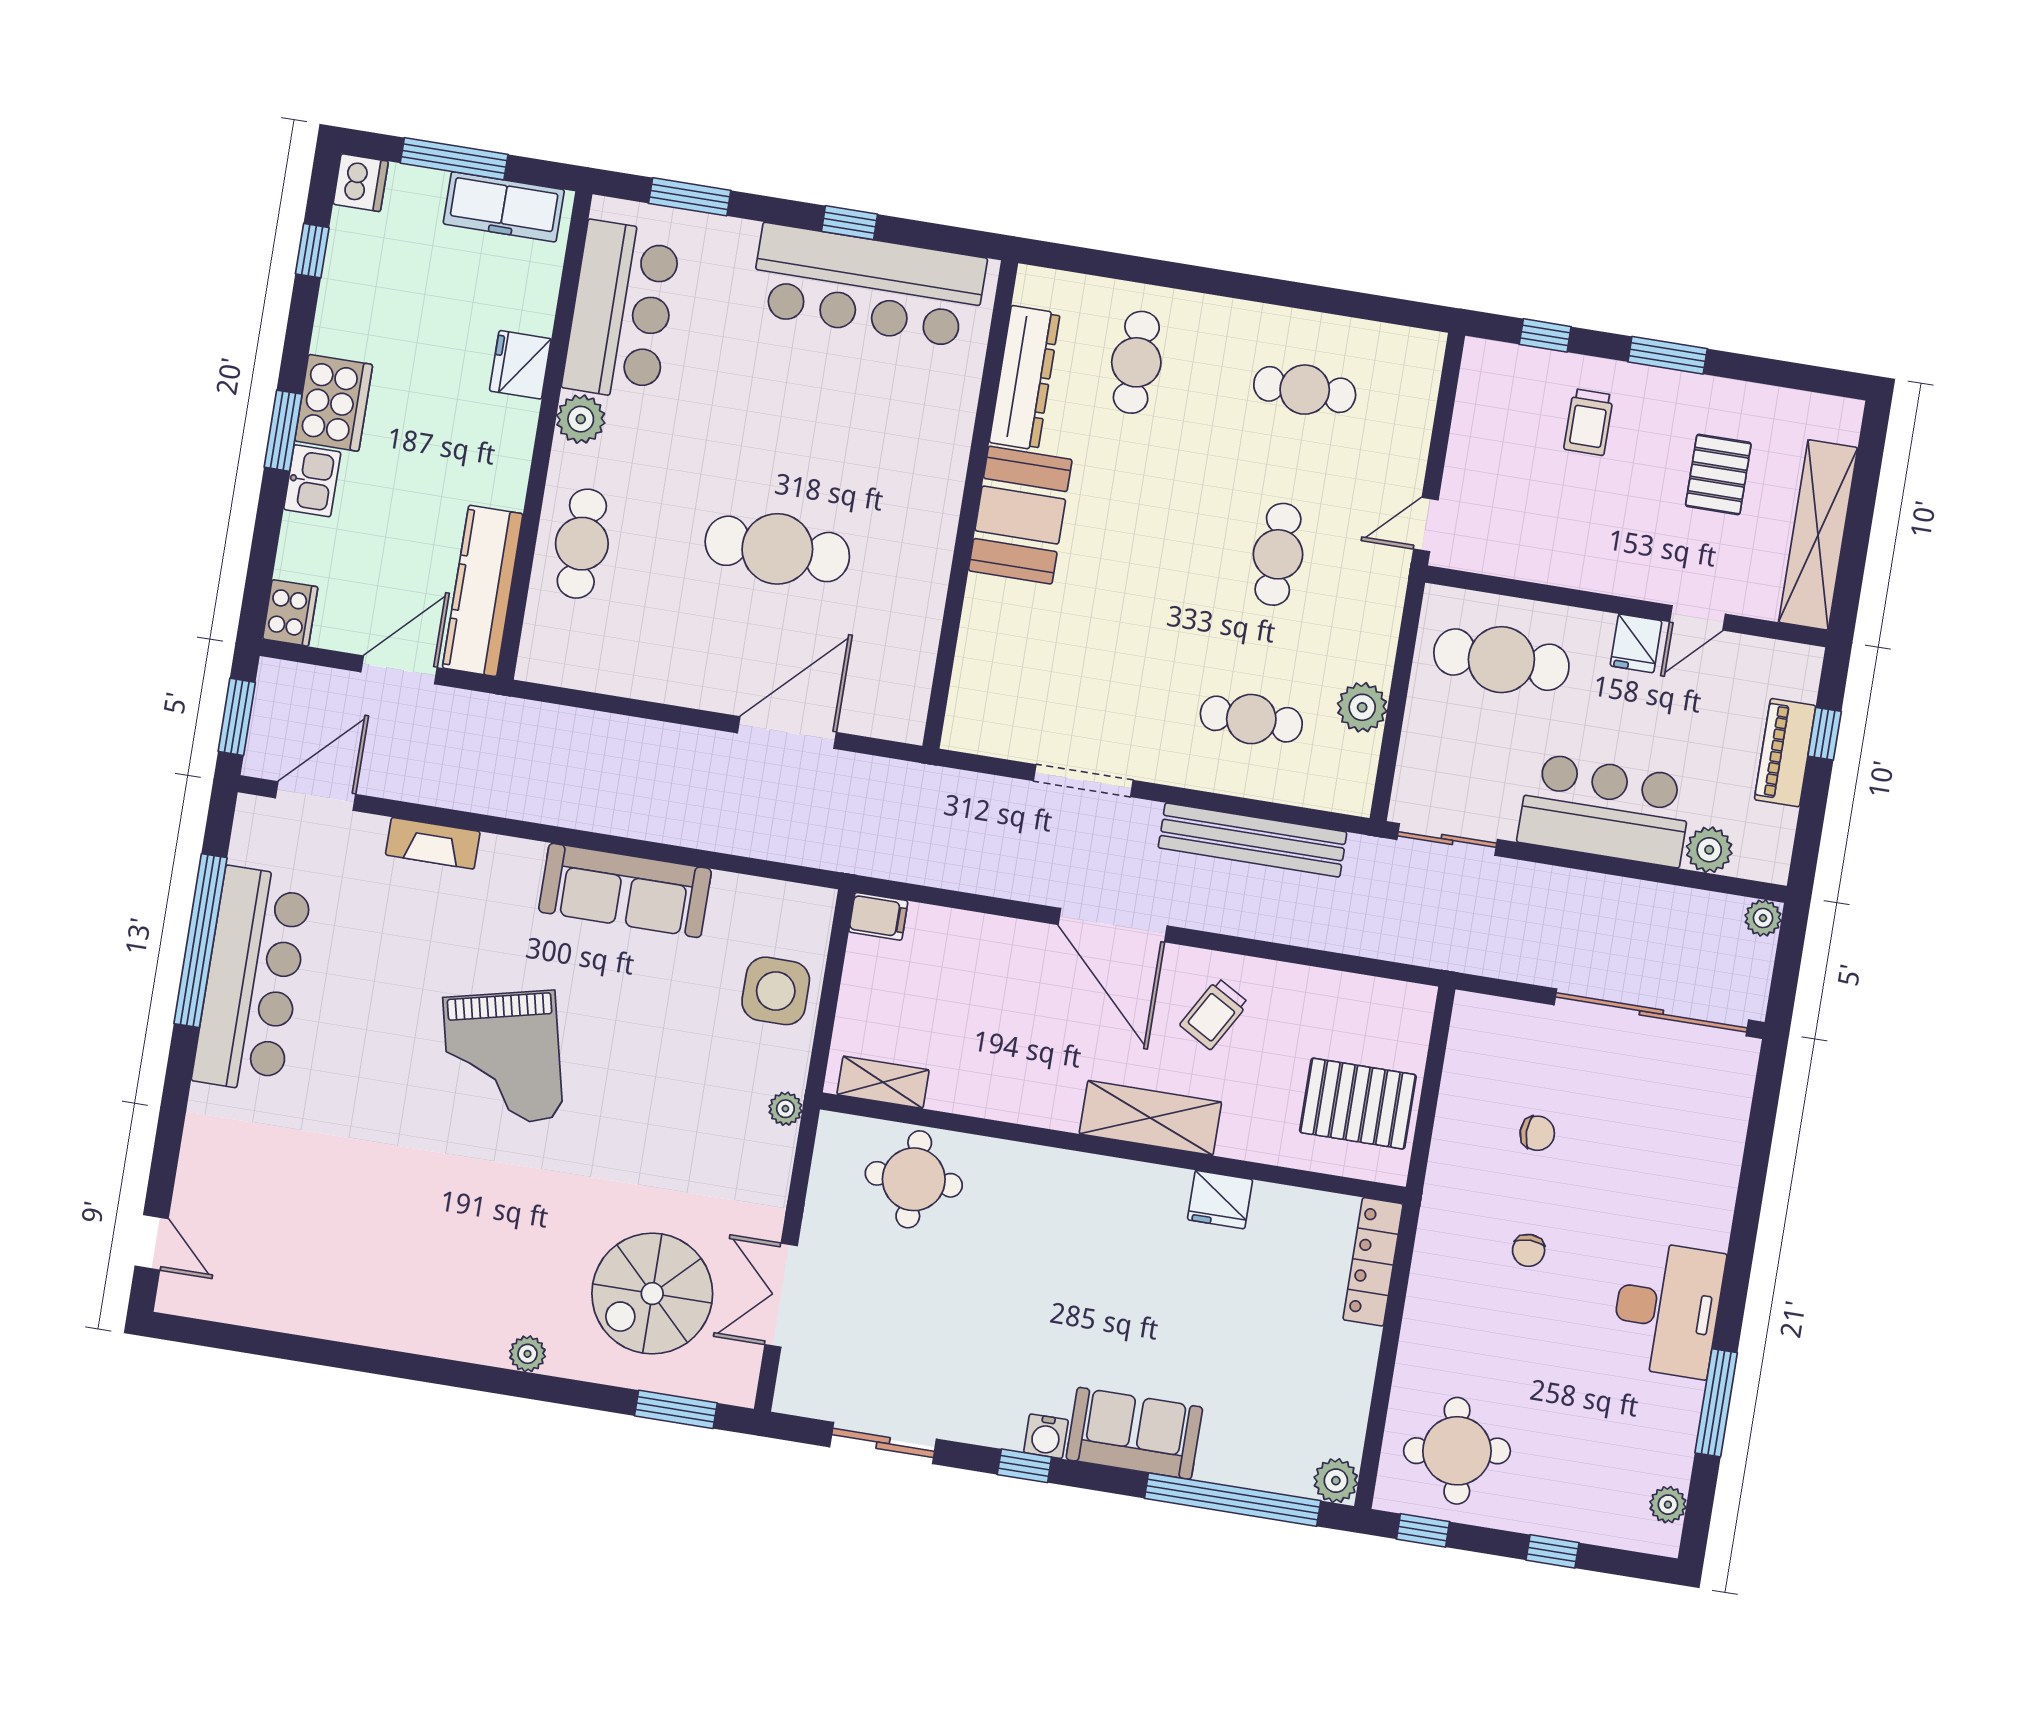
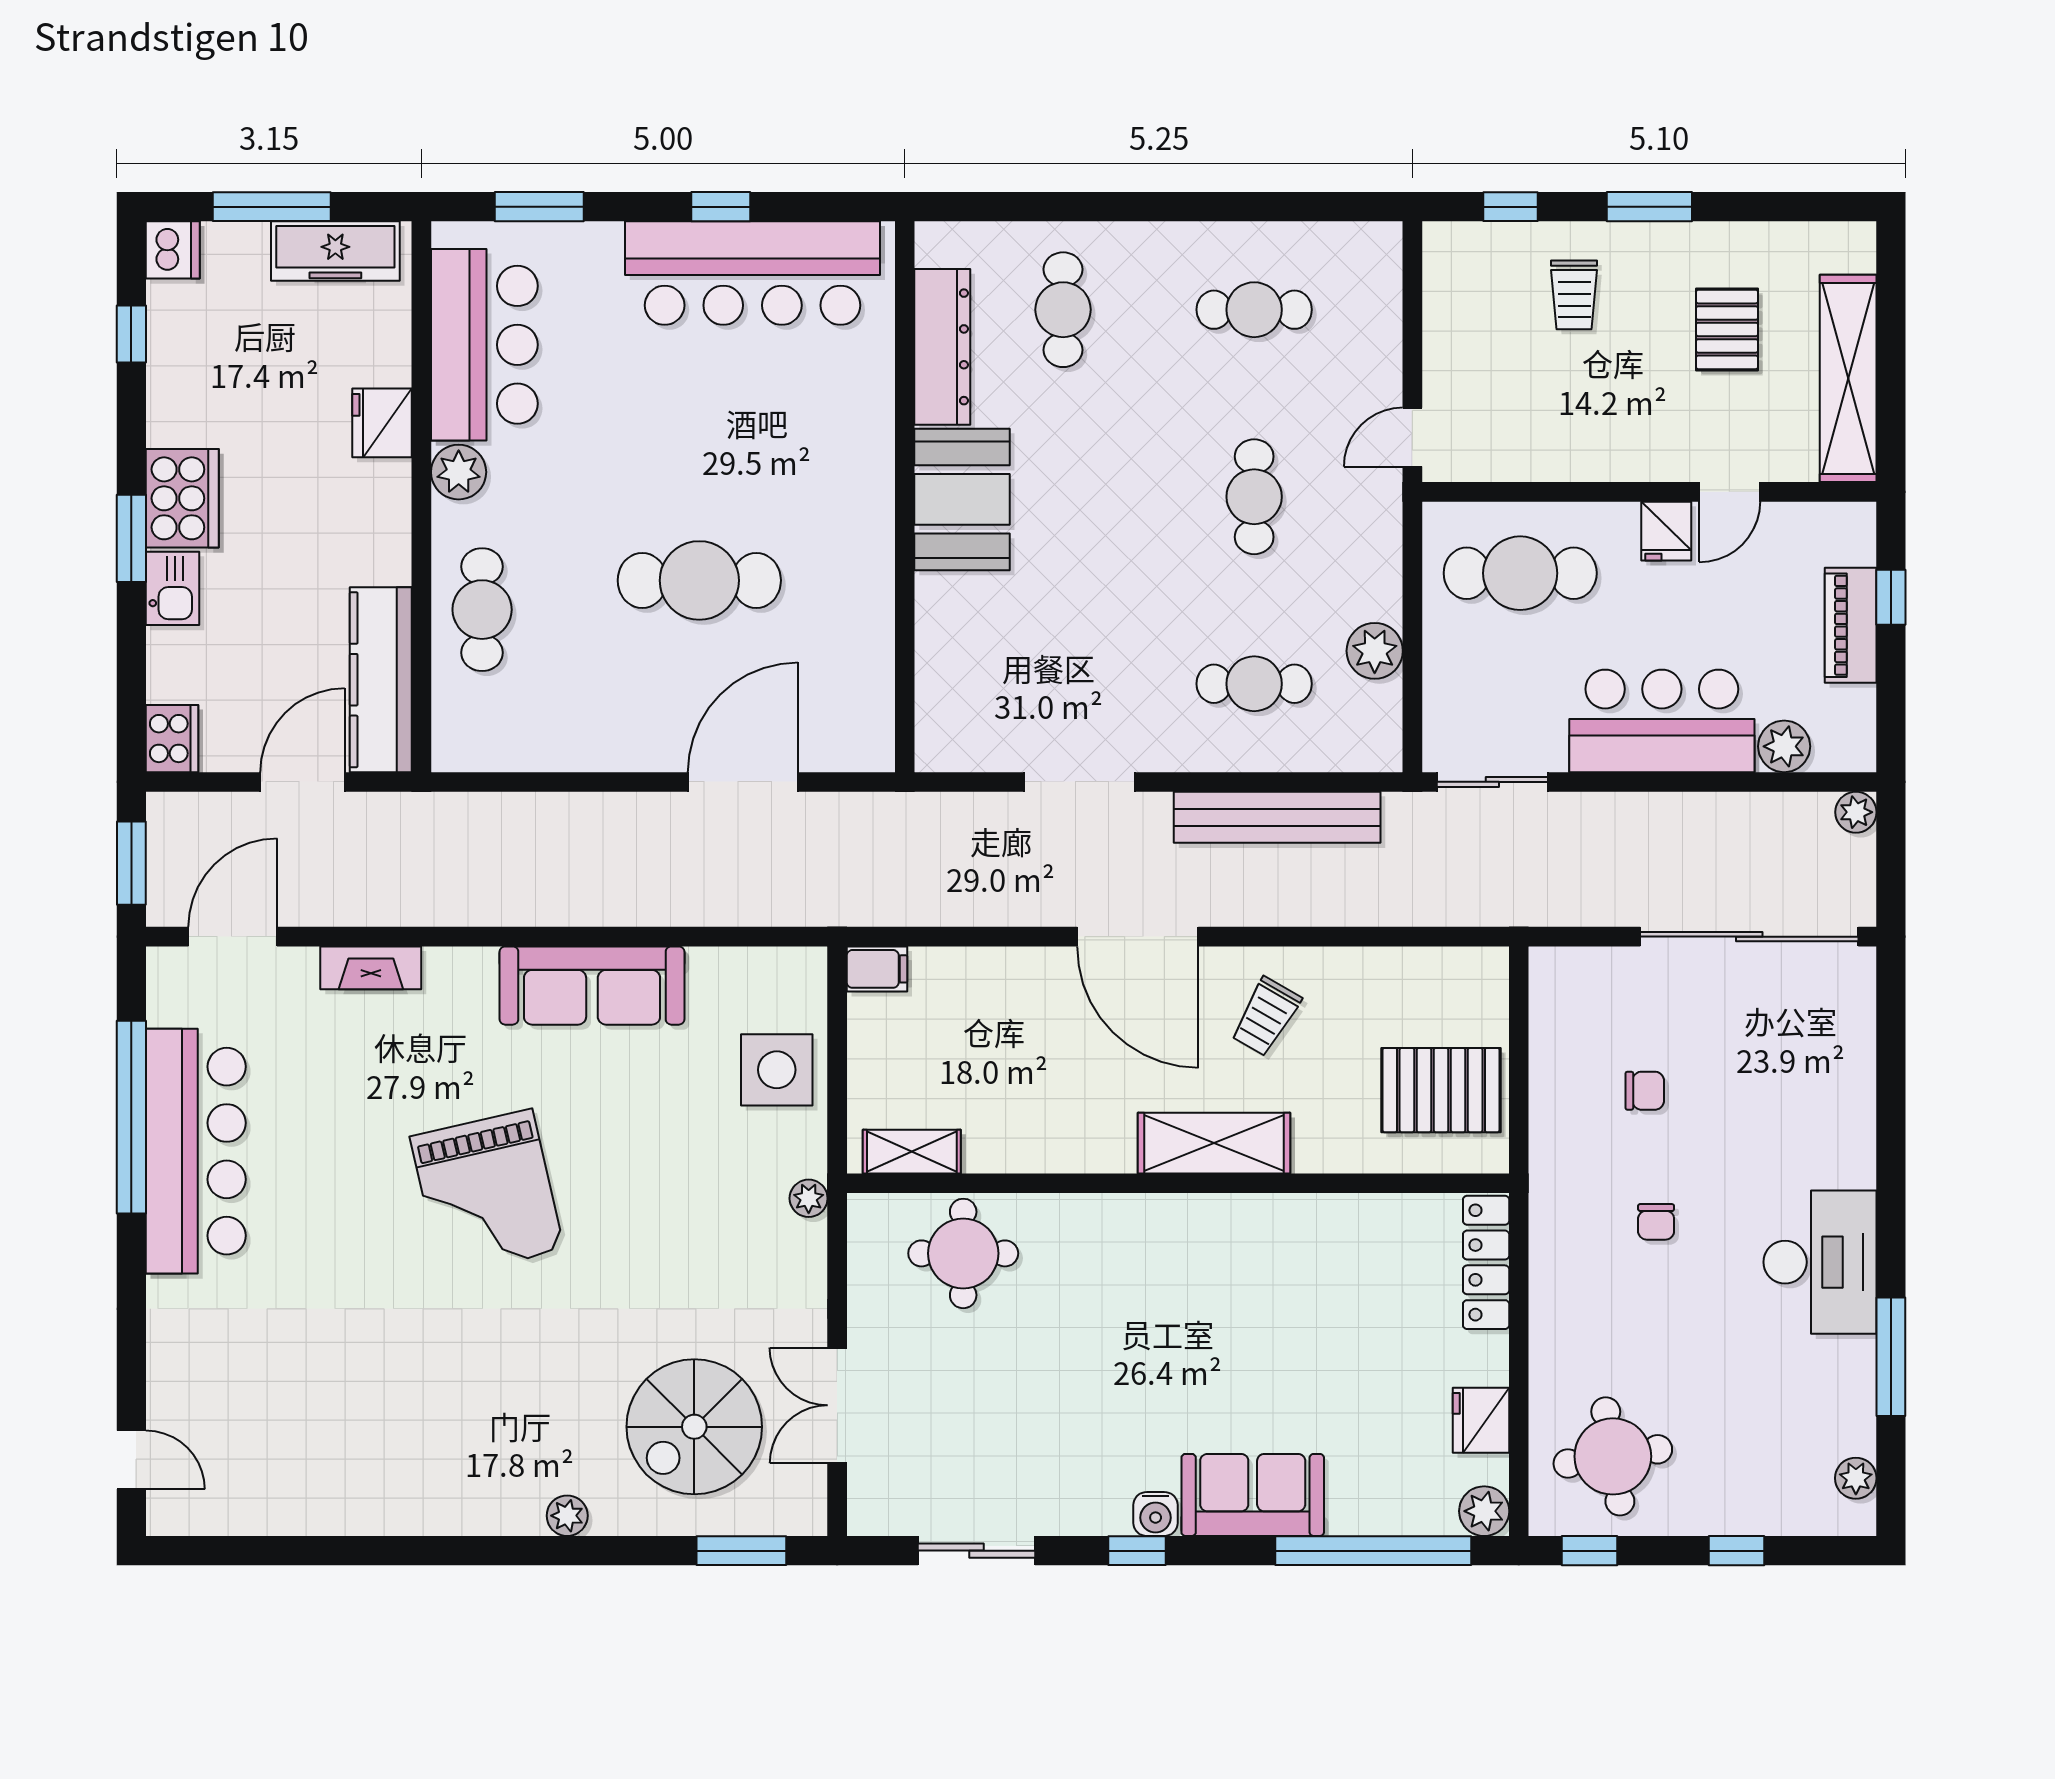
fridge: (1220, 1200) -> (1481, 1420), moved, turned 90

